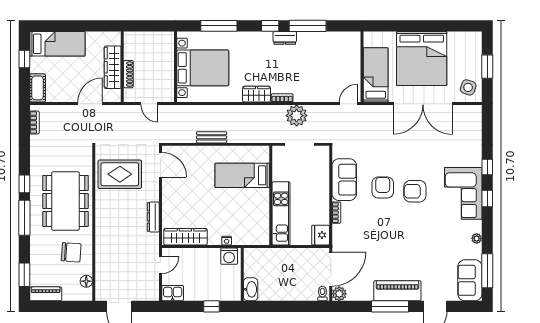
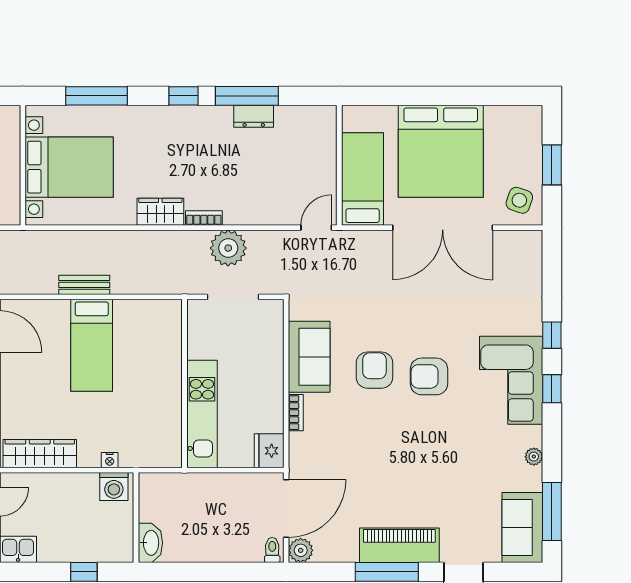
dresser: (285, 38) -> (254, 116), moved
bed: (242, 175) -> (92, 345), moved, turned -90

